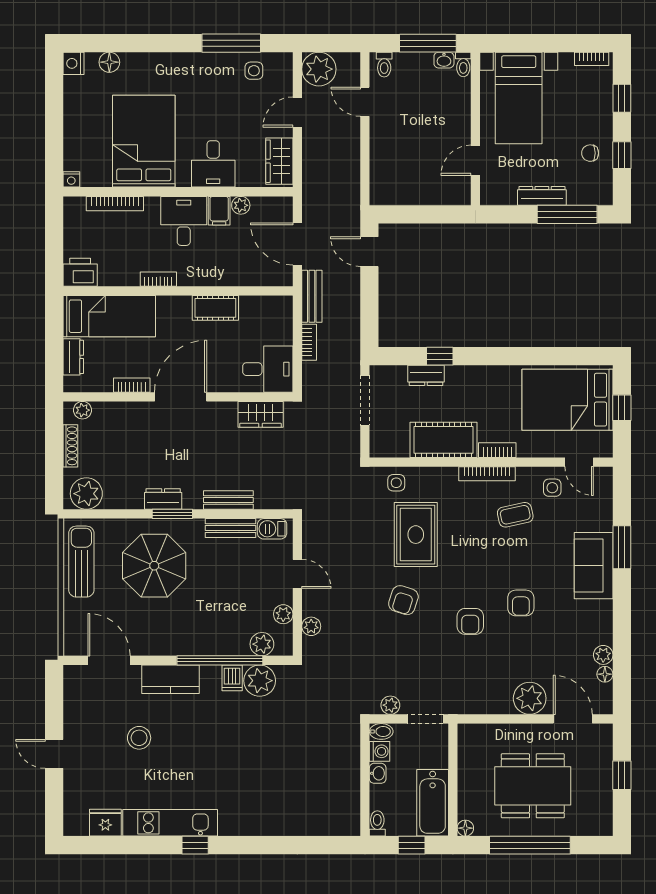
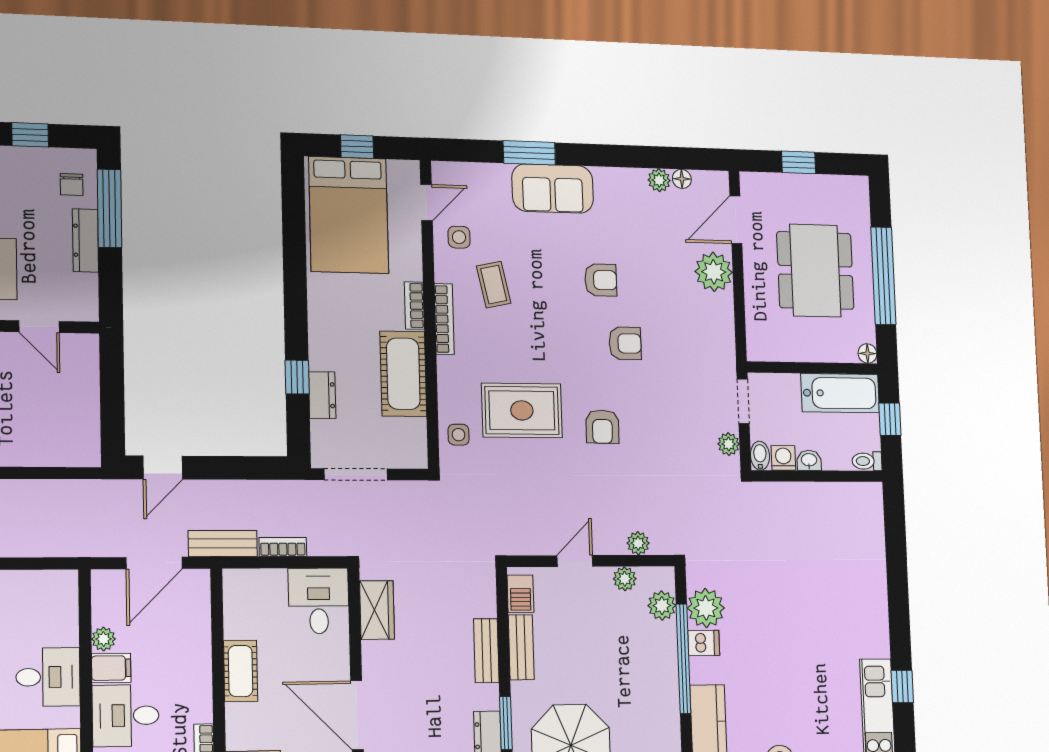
chair: (590, 153) -> (72, 185), moved
wardrobe: (279, 161) -> (43, 588), removed
armchair: (403, 600) -> (602, 427), turned 73

